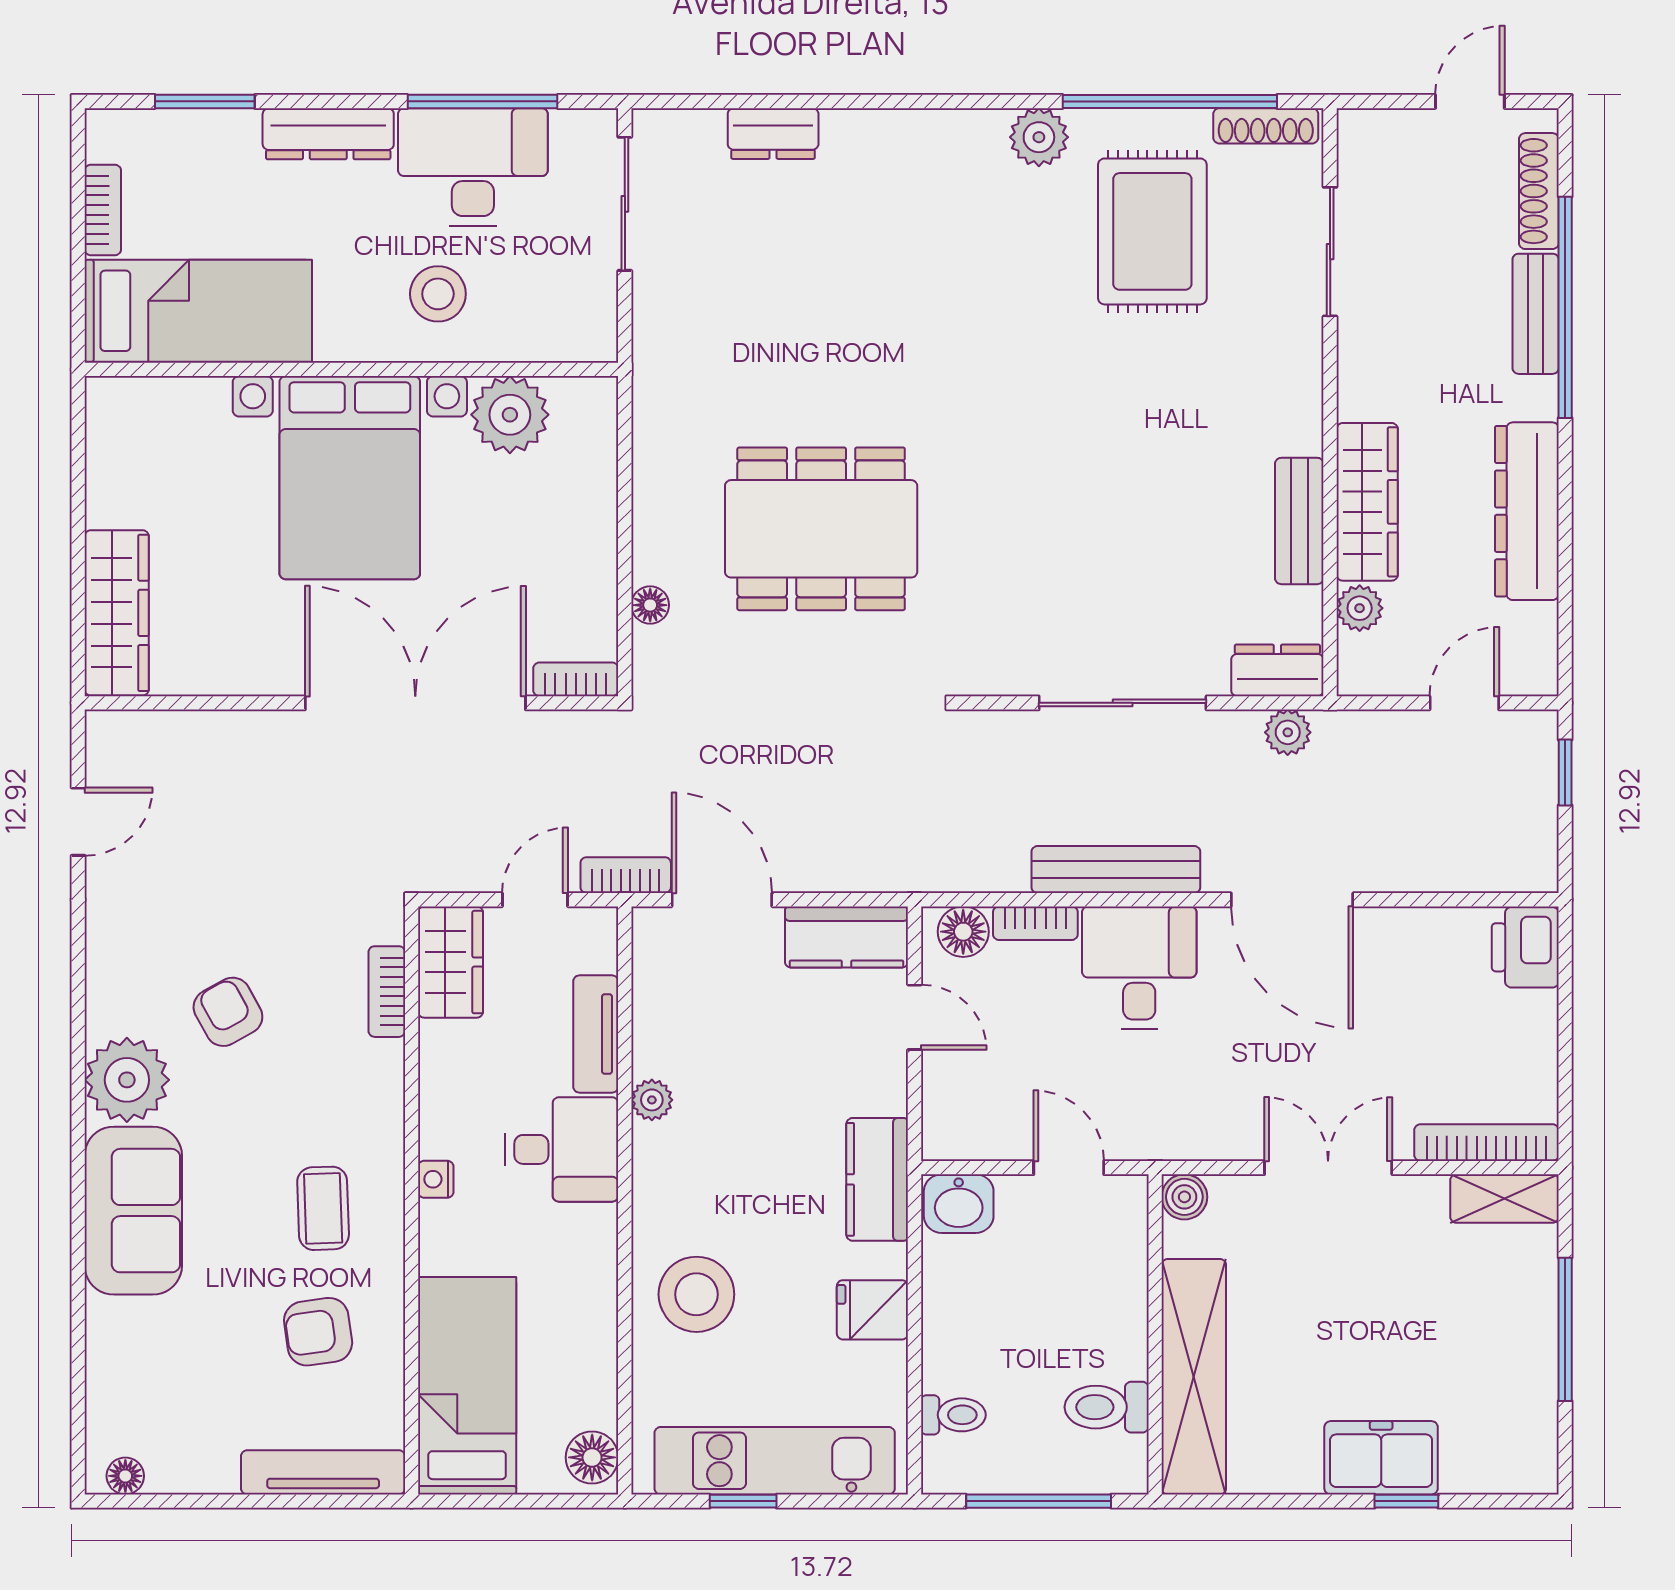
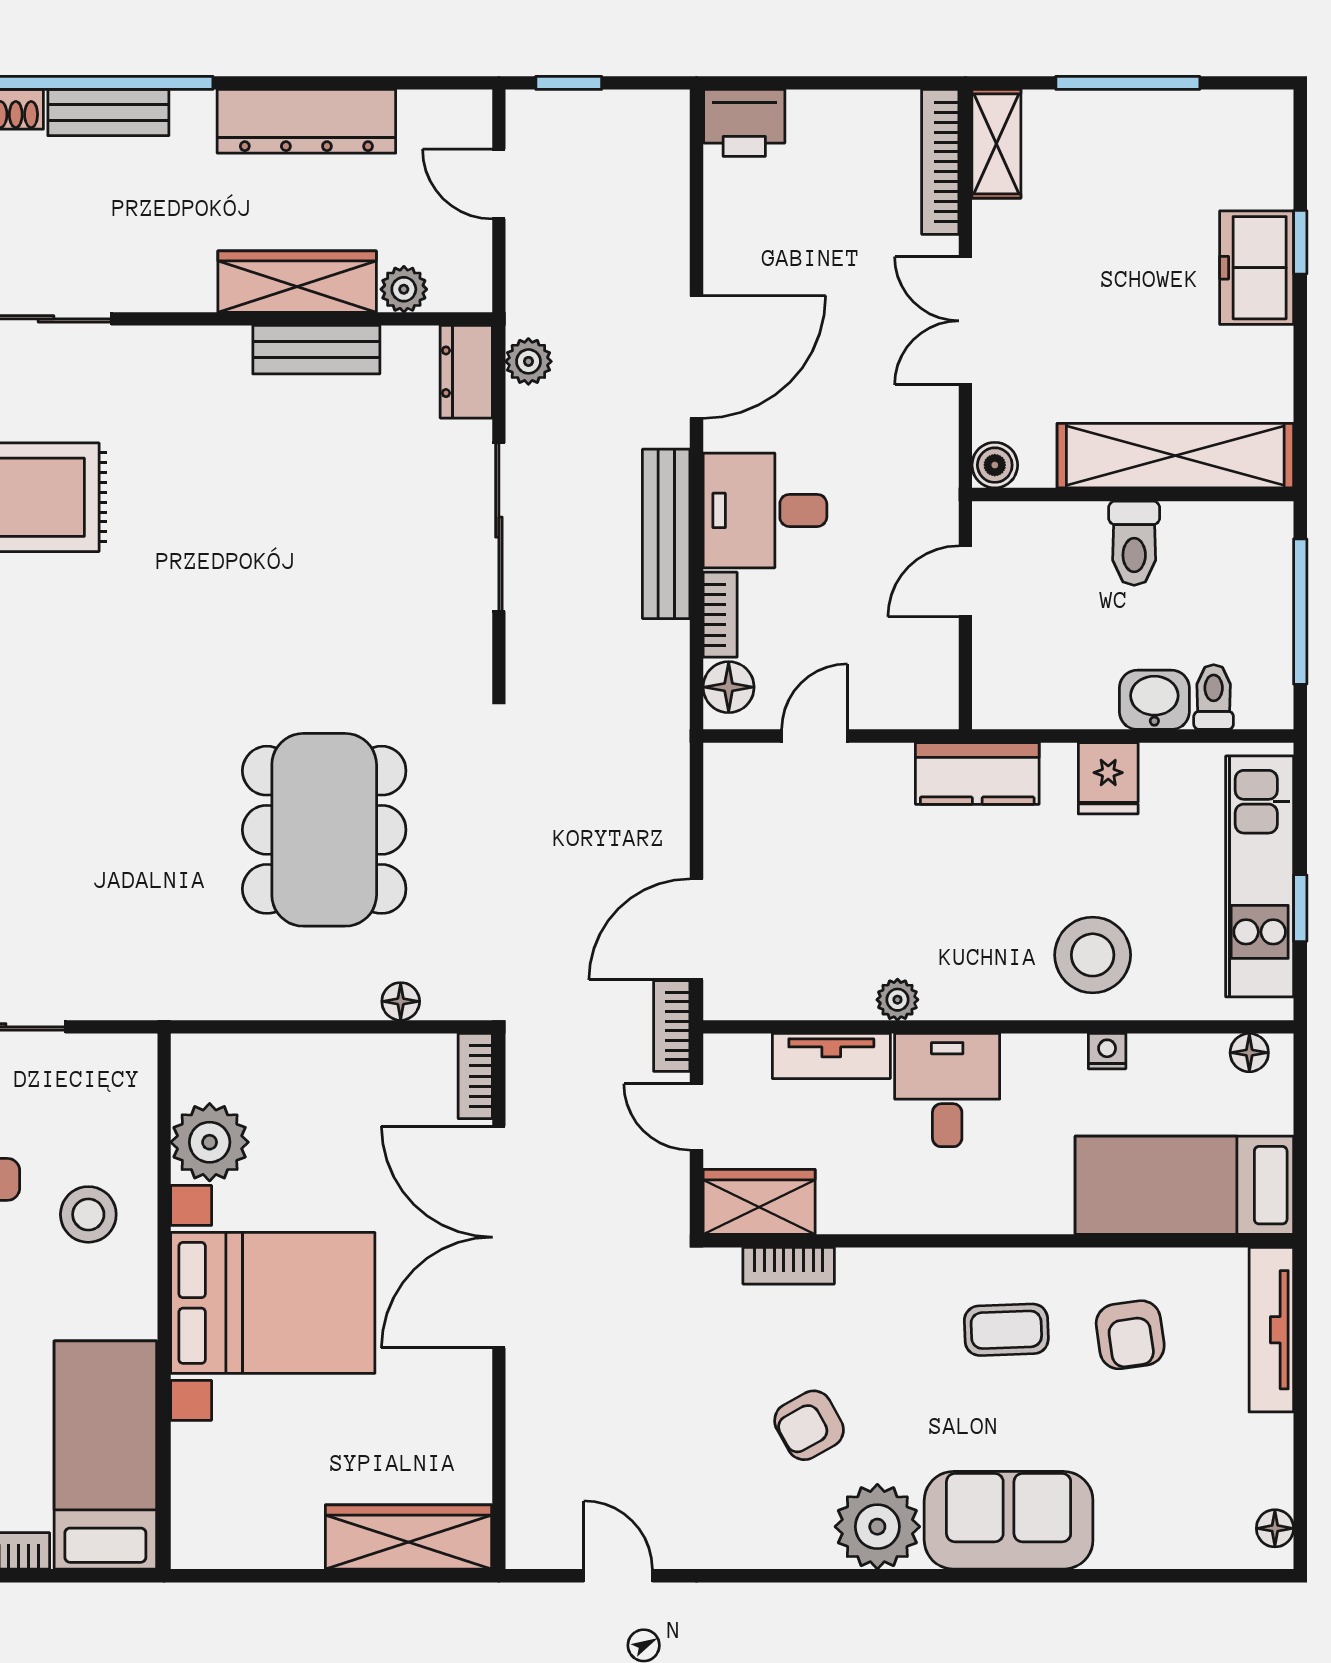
kitchen counter: (847, 937) -> (734, 804), removed
nightstand: (436, 1179) -> (1107, 1051), moved, turned 180
washbasin: (959, 1204) -> (1154, 700), moved, turned -90
toilet: (1107, 1407) -> (1134, 543), moved
floor lamp: (592, 1457) -> (1249, 1053), width x0.73, depth x0.73

